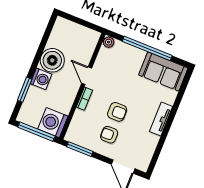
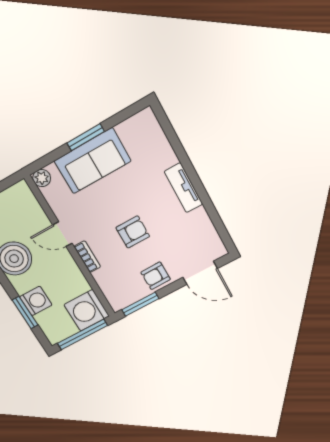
window: (147, 48) -> (86, 137), width x0.47
sofa: (163, 71) -> (93, 161), moved
washing machine: (41, 79) -> (36, 301), moved
armchair: (109, 135) -> (156, 276), moved

